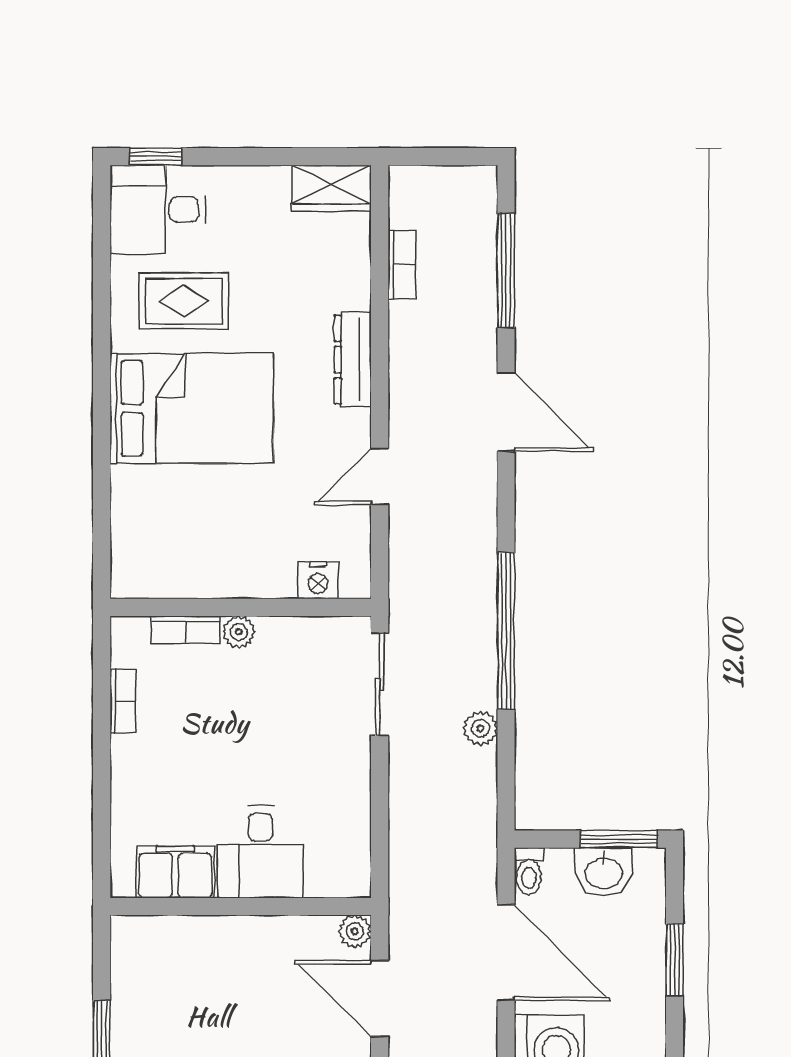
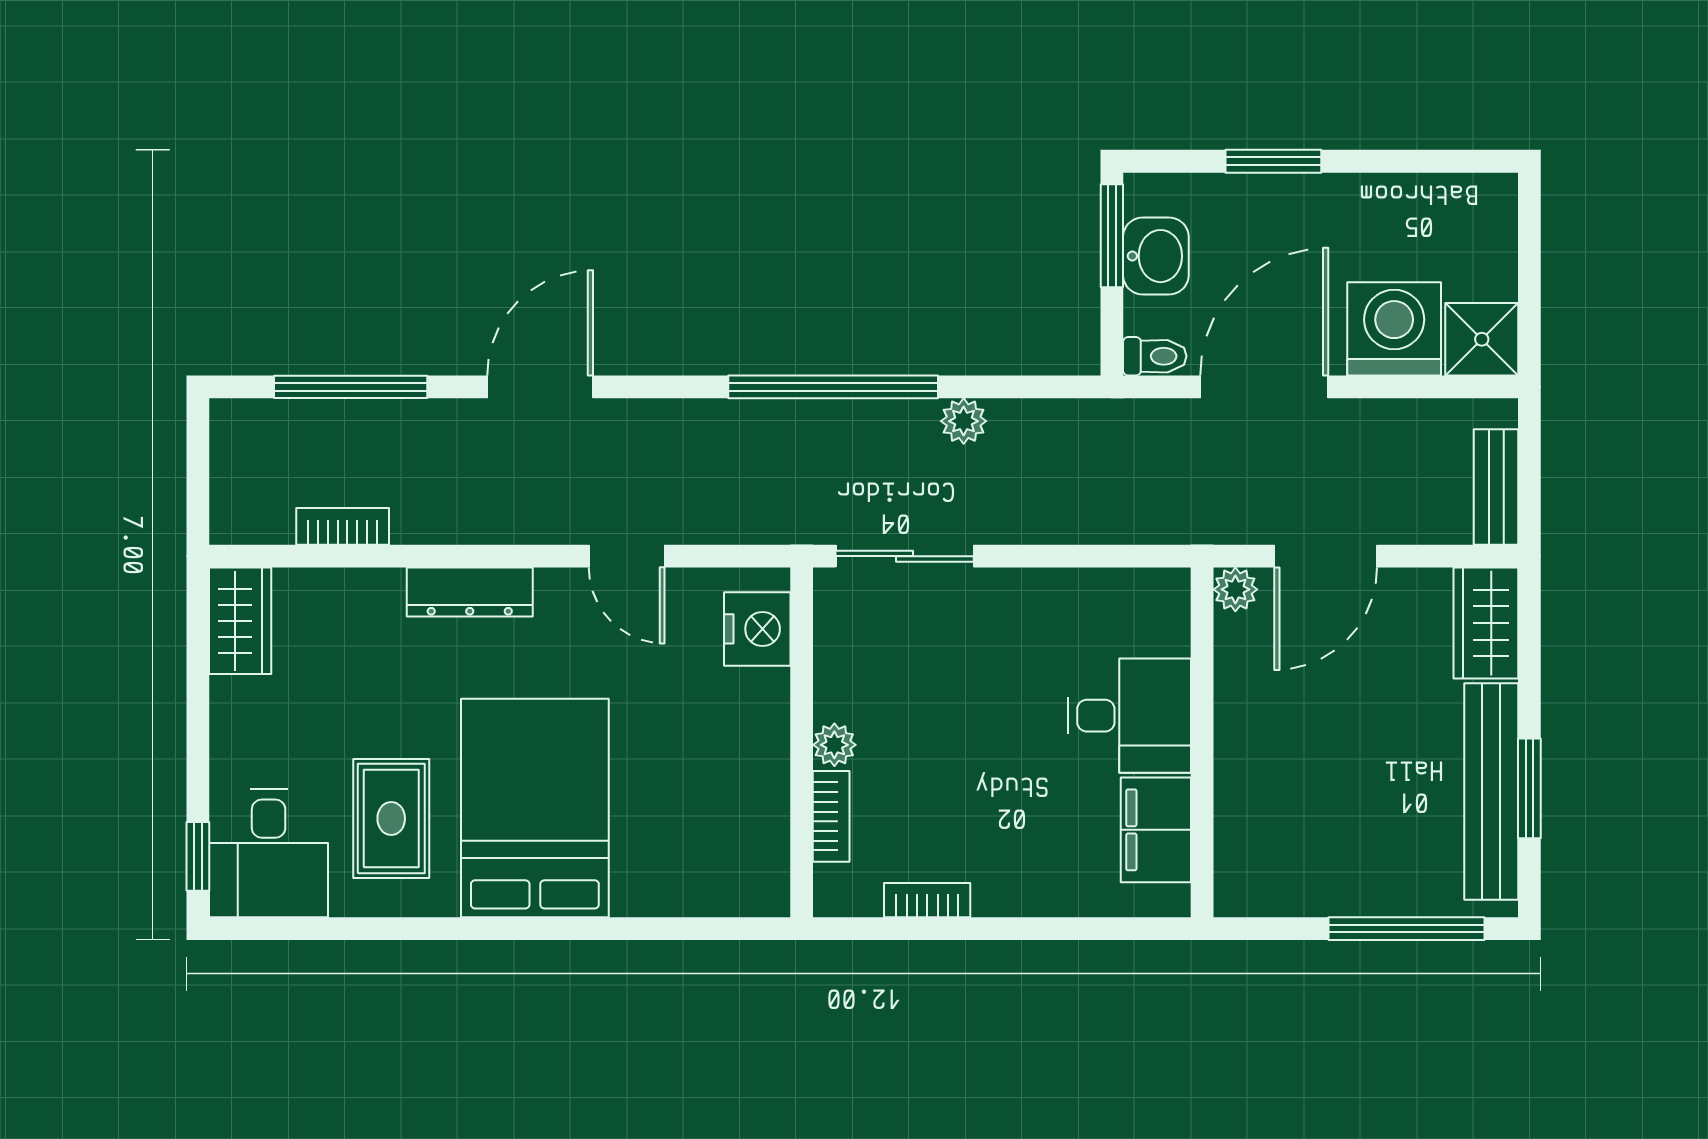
nightstand: (318, 580) -> (757, 629), width x1.36, depth x1.33

